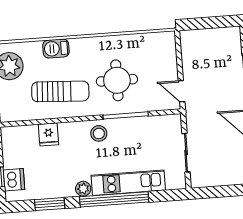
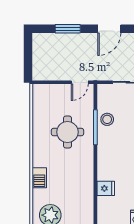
sun lounger: (60, 91) -> (73, 177), removed
stool: (99, 133) -> (107, 119), moved

